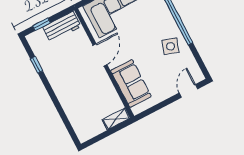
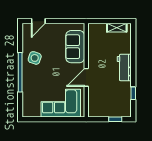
workbench: (62, 27) -> (124, 68), moved, turned -90
shelving: (116, 119) -> (117, 28), moved

